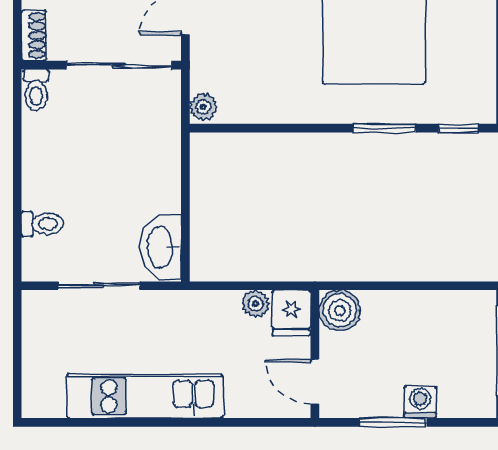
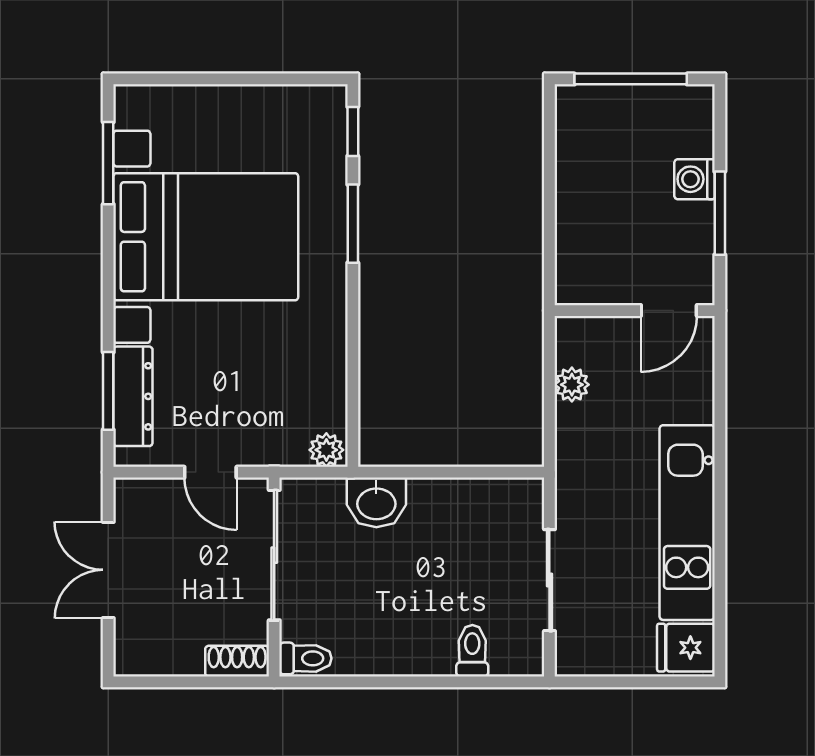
washbasin: (161, 247) -> (376, 502), moved, width x0.72
boiler: (340, 311) -> (580, 280), removed
fridge: (291, 313) -> (686, 648), moved, turned 180

